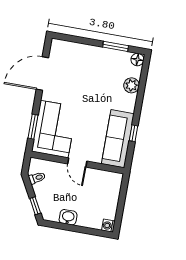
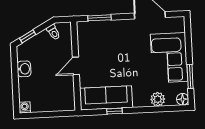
corner sofa: (54, 129) -> (169, 58), moved, turned 90

